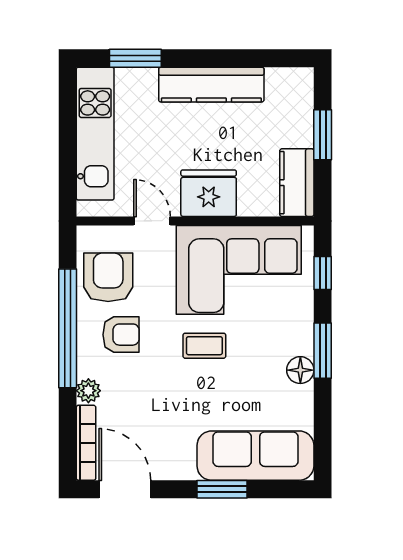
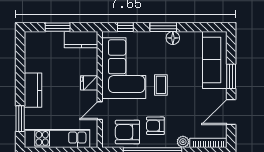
kitchen counter: (211, 85) -> (33, 90), width x0.67
fridge: (209, 193) -> (89, 83), width x0.53, depth x0.75
armchair: (121, 335) -> (155, 126), turned -90
door: (125, 489) -> (231, 112), moved

